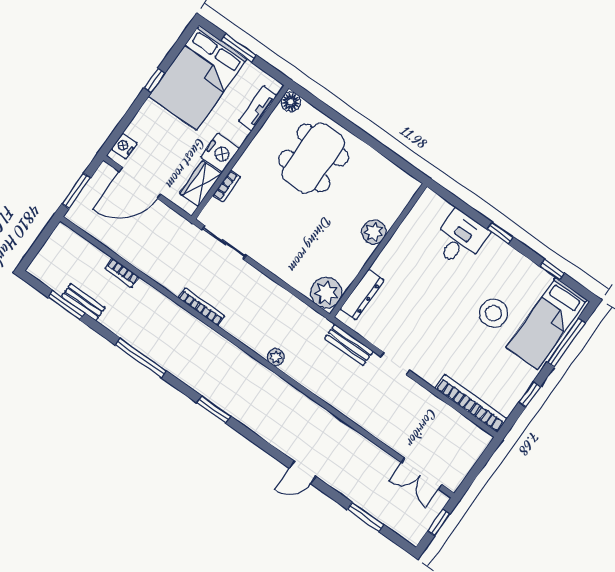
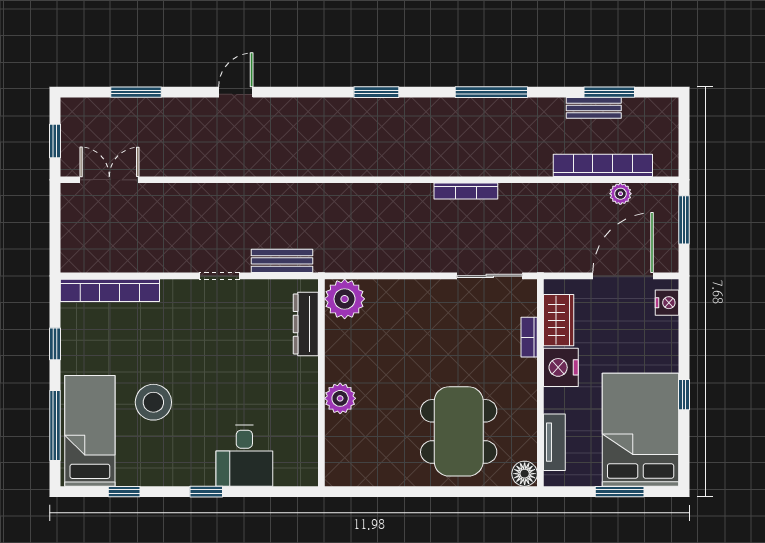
bookcase: (122, 273) -> (603, 165), width x2.31, depth x1.31
plant: (276, 357) -> (620, 194), moved

